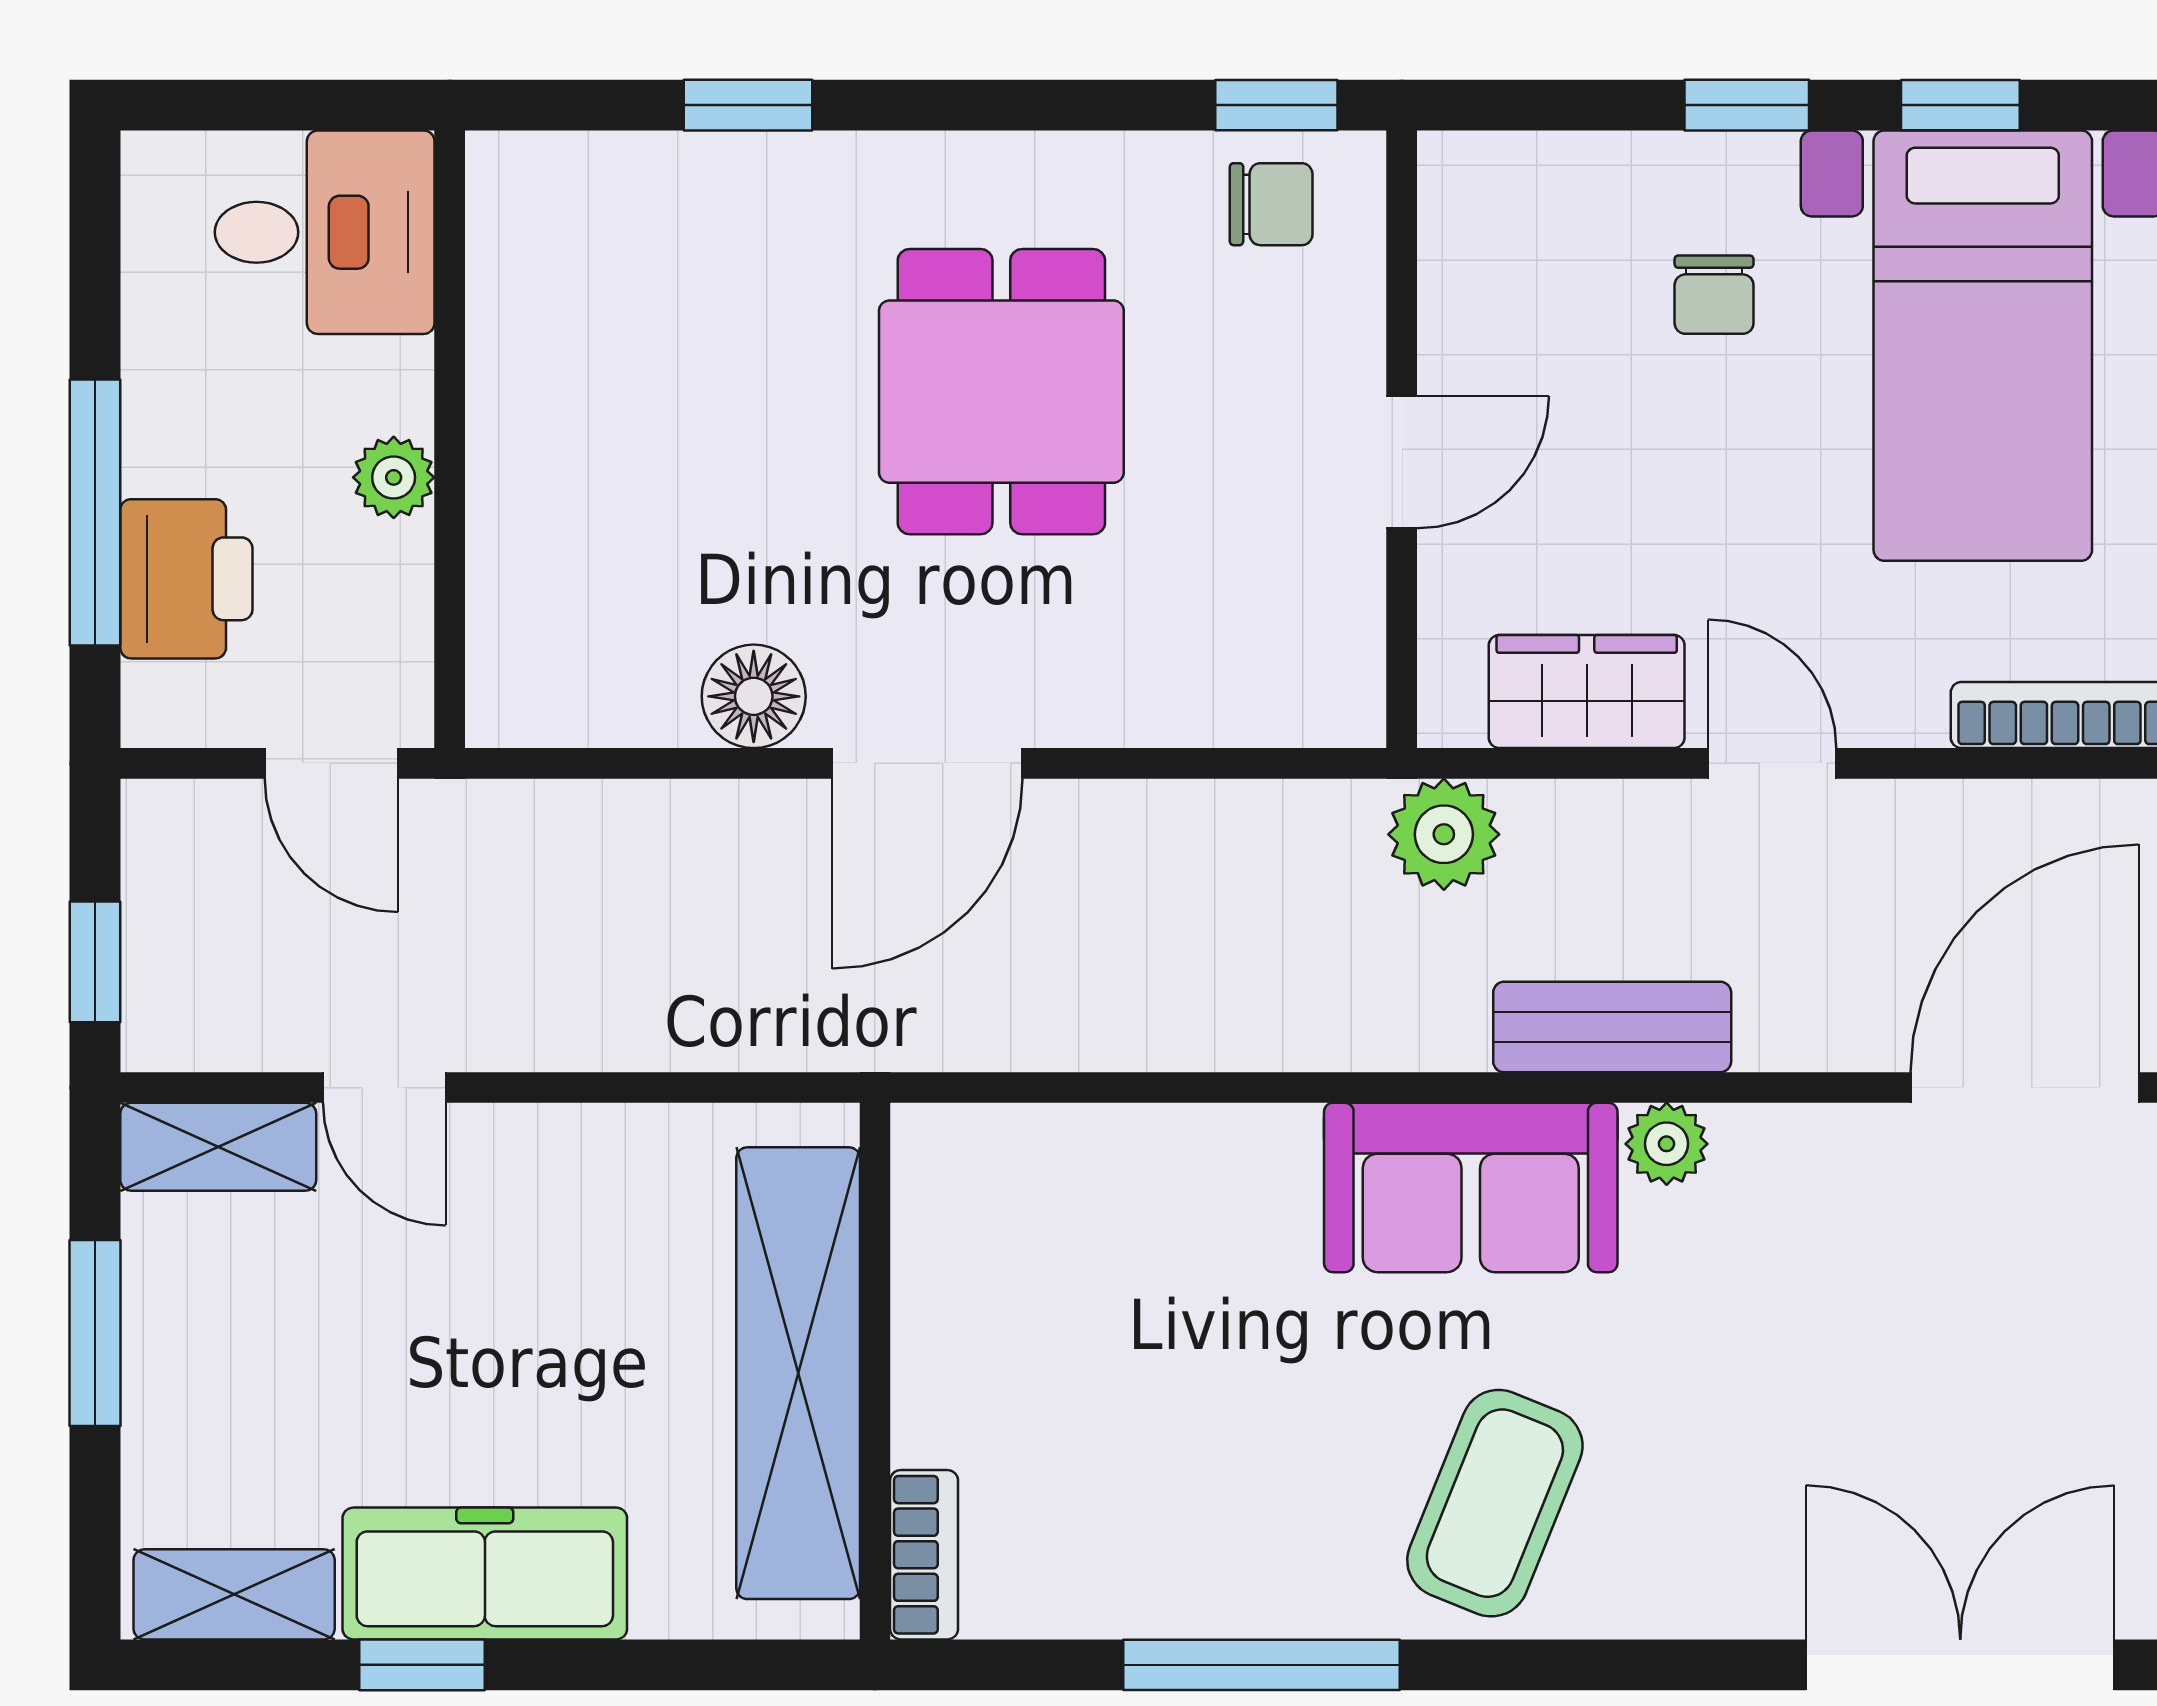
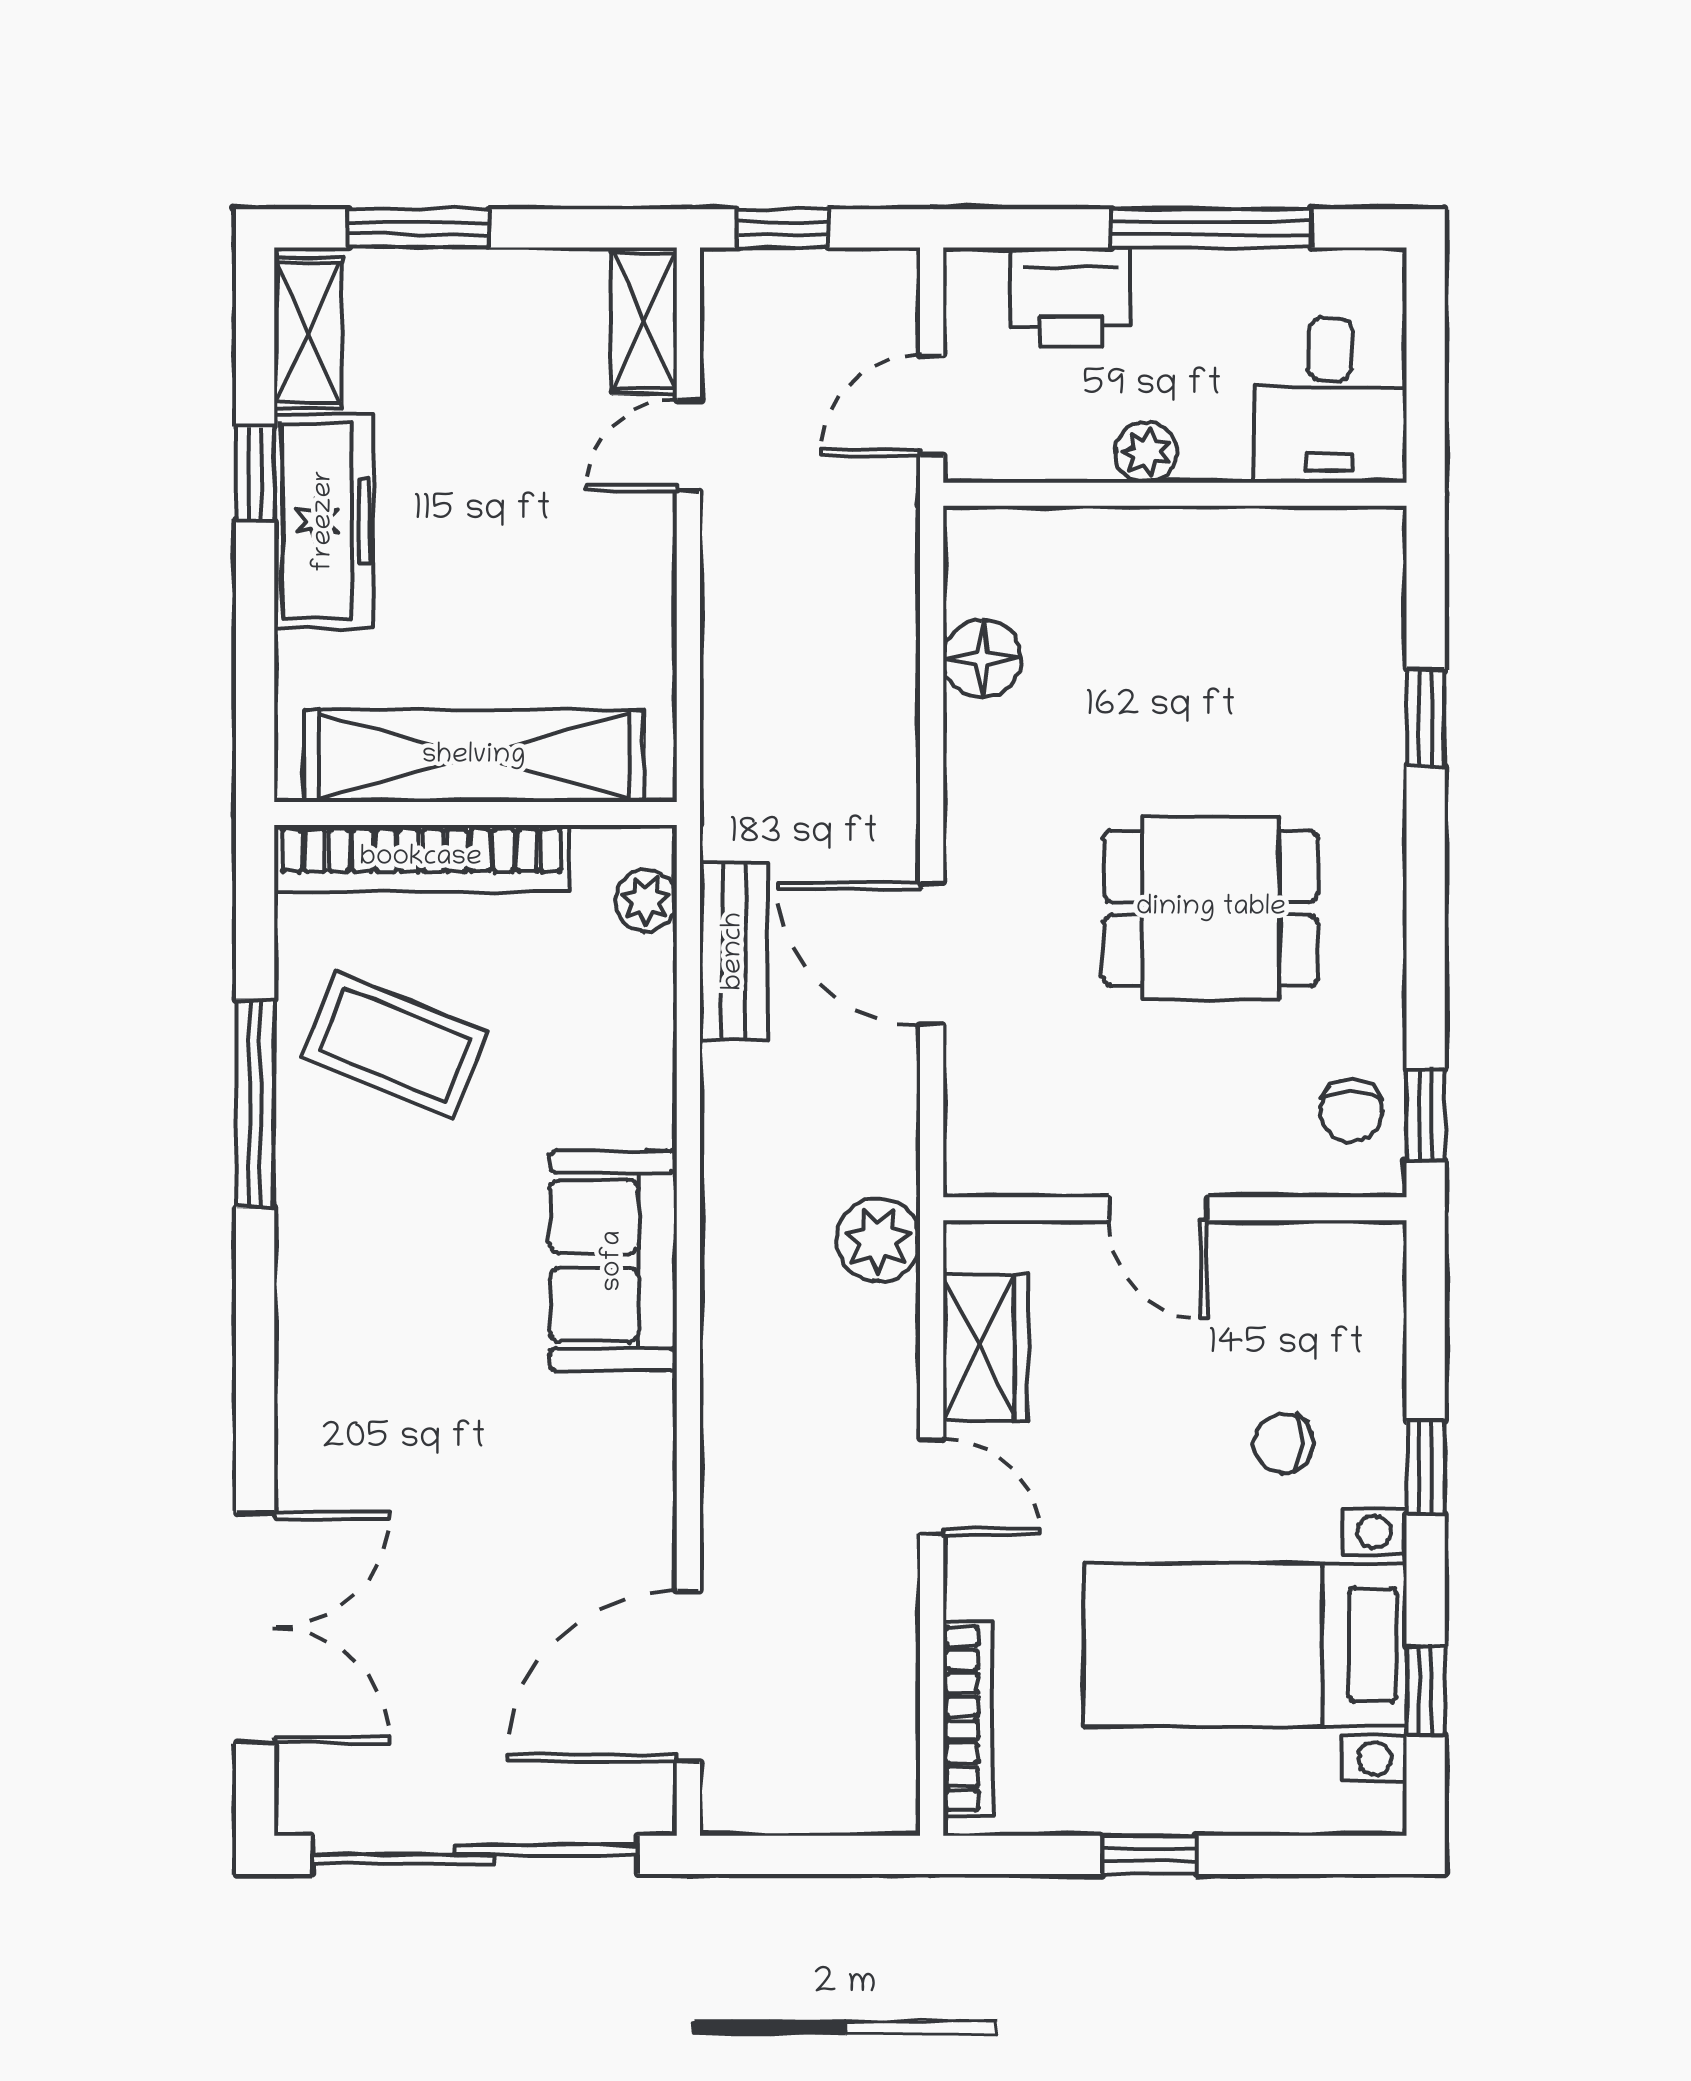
window: (1960, 105) -> (1426, 1690), moved
window: (95, 513) -> (1211, 228), moved
floor lamp: (754, 696) -> (982, 658), moved
door: (927, 763) -> (932, 954), moved
door: (1772, 763) -> (932, 1487), hinge flipped
bench: (1612, 1027) -> (734, 951), moved
door: (2025, 1088) -> (688, 1676), swing flipped
plant: (1667, 1144) -> (646, 901), moved
window: (95, 1333) -> (419, 228), moved
coffee table: (1495, 1503) -> (395, 1045), moved
bookcase: (924, 1555) -> (421, 858), width x2.31, depth x1.31

